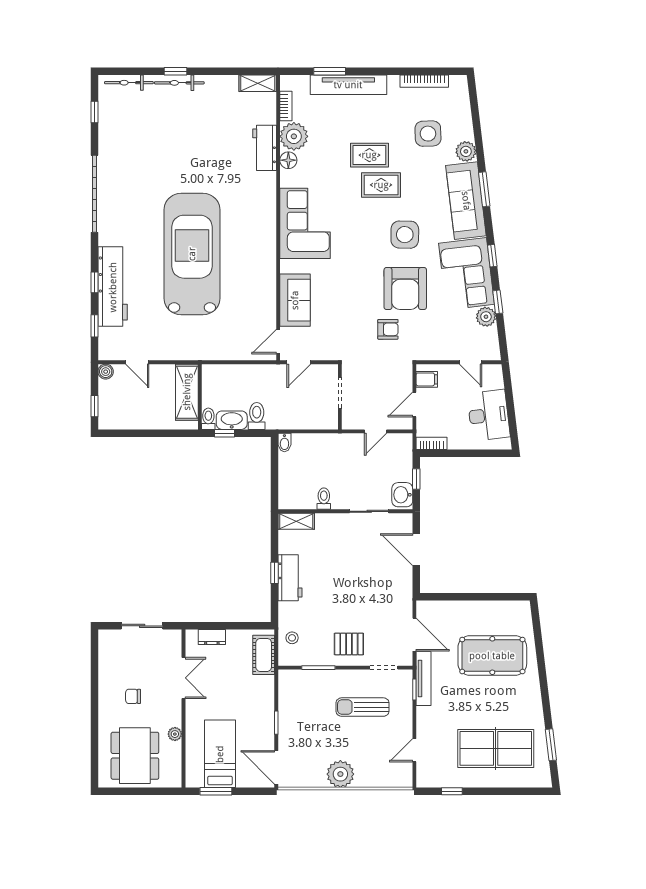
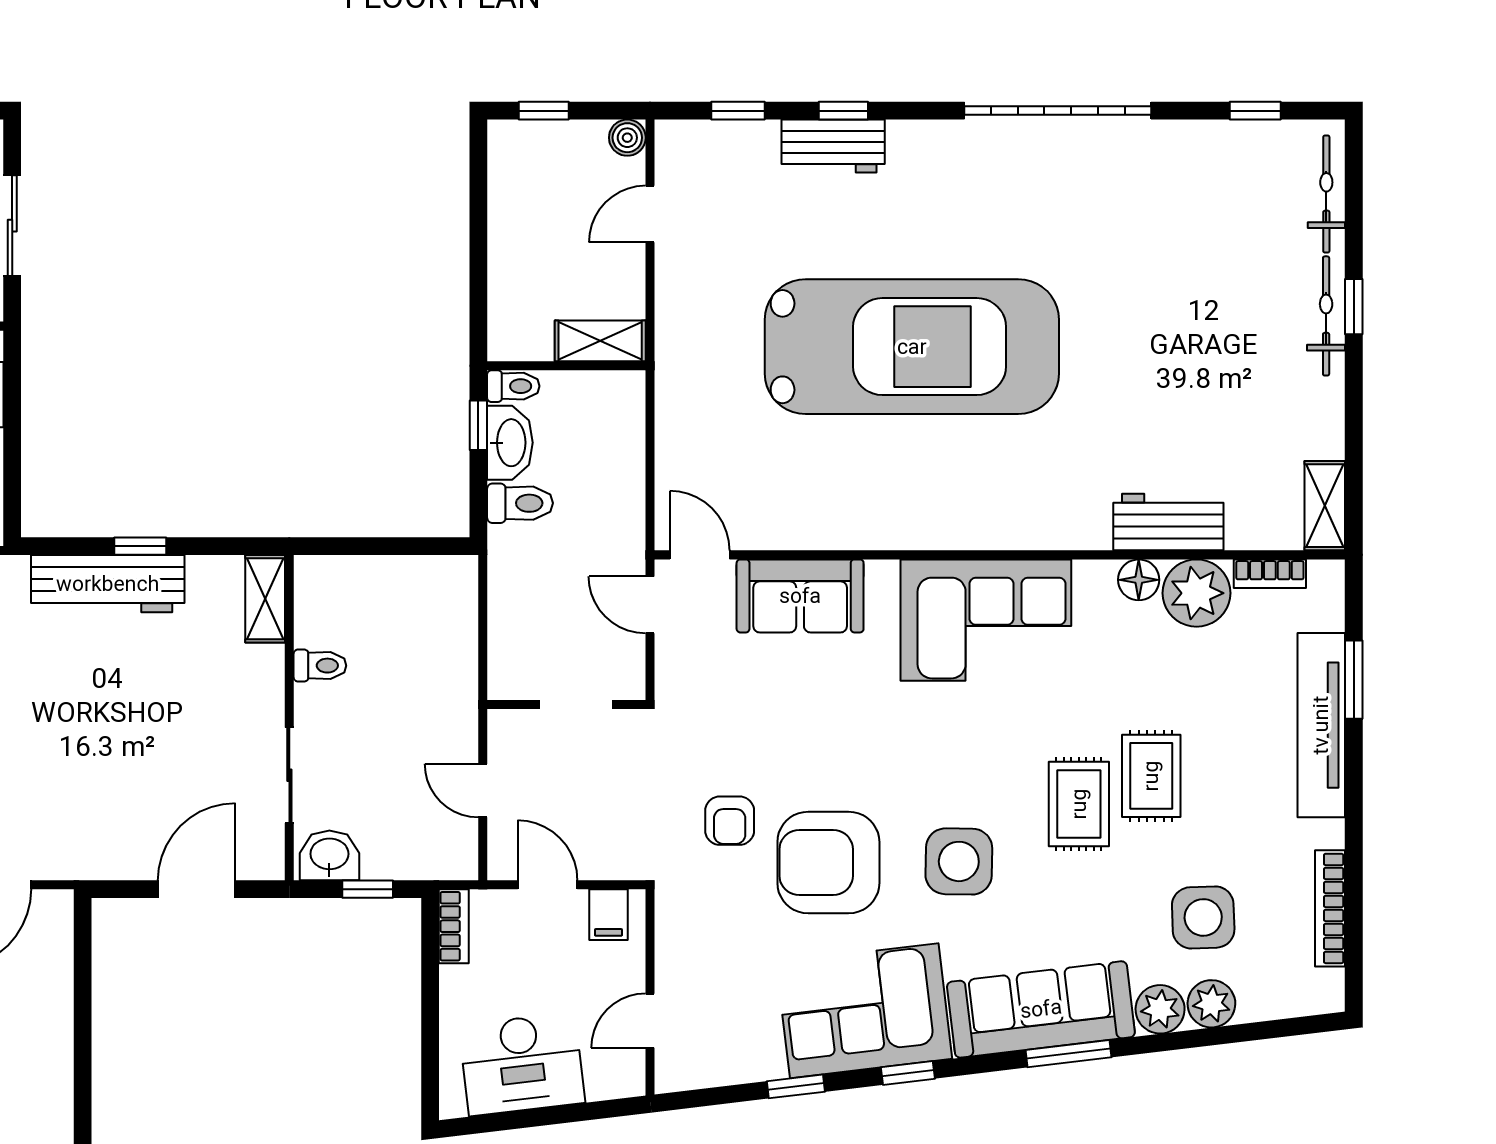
workbench: (113, 287) -> (833, 146), width x0.53, depth x0.76
plant: (486, 317) -> (1211, 1004), moved
shelving: (187, 392) -> (600, 341), width x0.67, depth x0.75
bidet: (284, 443) -> (456, 570), removed
workbench: (290, 578) -> (108, 584), width x1.38

